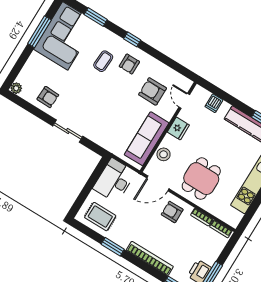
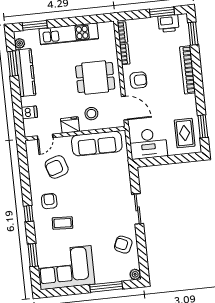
window: (39, 32) -> (106, 287), moved
armchair: (129, 64) -> (49, 201), turned -90
armchair: (153, 91) -> (57, 167), turned 72
armchair: (48, 97) -> (123, 245), turned -68
stool: (164, 154) -> (91, 114), moved
armchair: (172, 212) -> (138, 80), turned -90
window: (113, 247) -> (203, 126), moved

